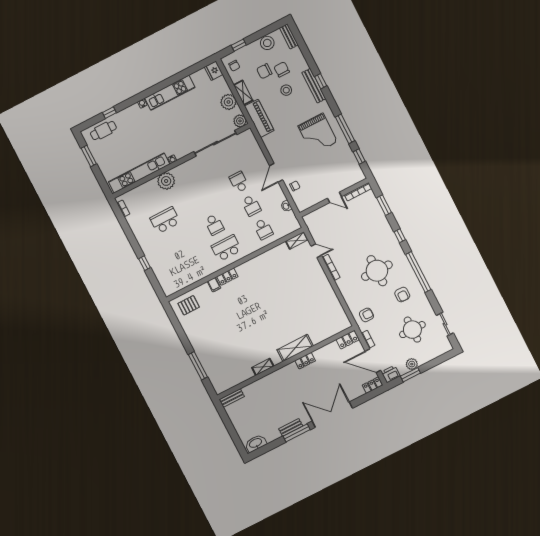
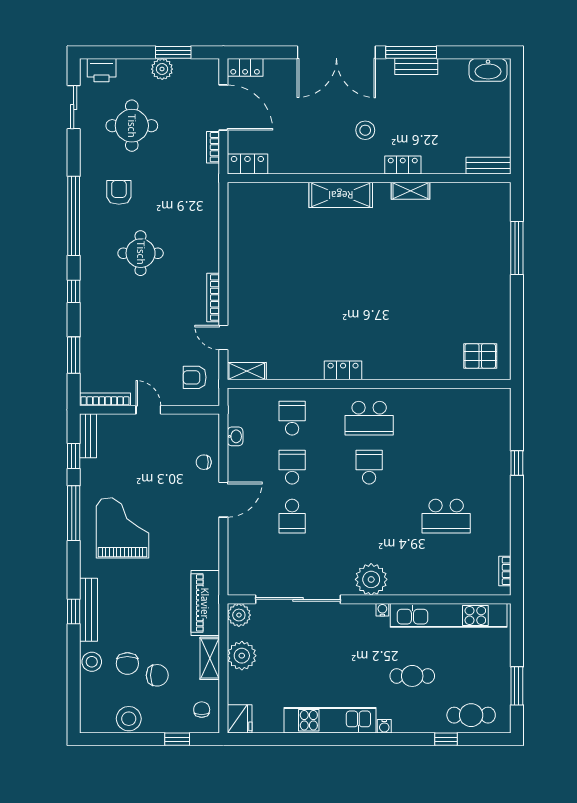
bench: (289, 36) -> (88, 436), moved
stool: (286, 90) -> (92, 662), moved
cafe table: (141, 135) -> (412, 676), added
plant: (166, 181) -> (371, 579), moved
round table: (377, 271) -> (141, 253), width x0.73, depth x0.73
locker: (227, 277) -> (343, 370), moved
filing cabinet: (214, 285) -> (421, 368), removed
armchair: (366, 315) -> (195, 377), moved
locker: (305, 361) -> (403, 165), moved
printer: (391, 374) -> (102, 70), moved
stool: (299, 385) -> (365, 130), added

